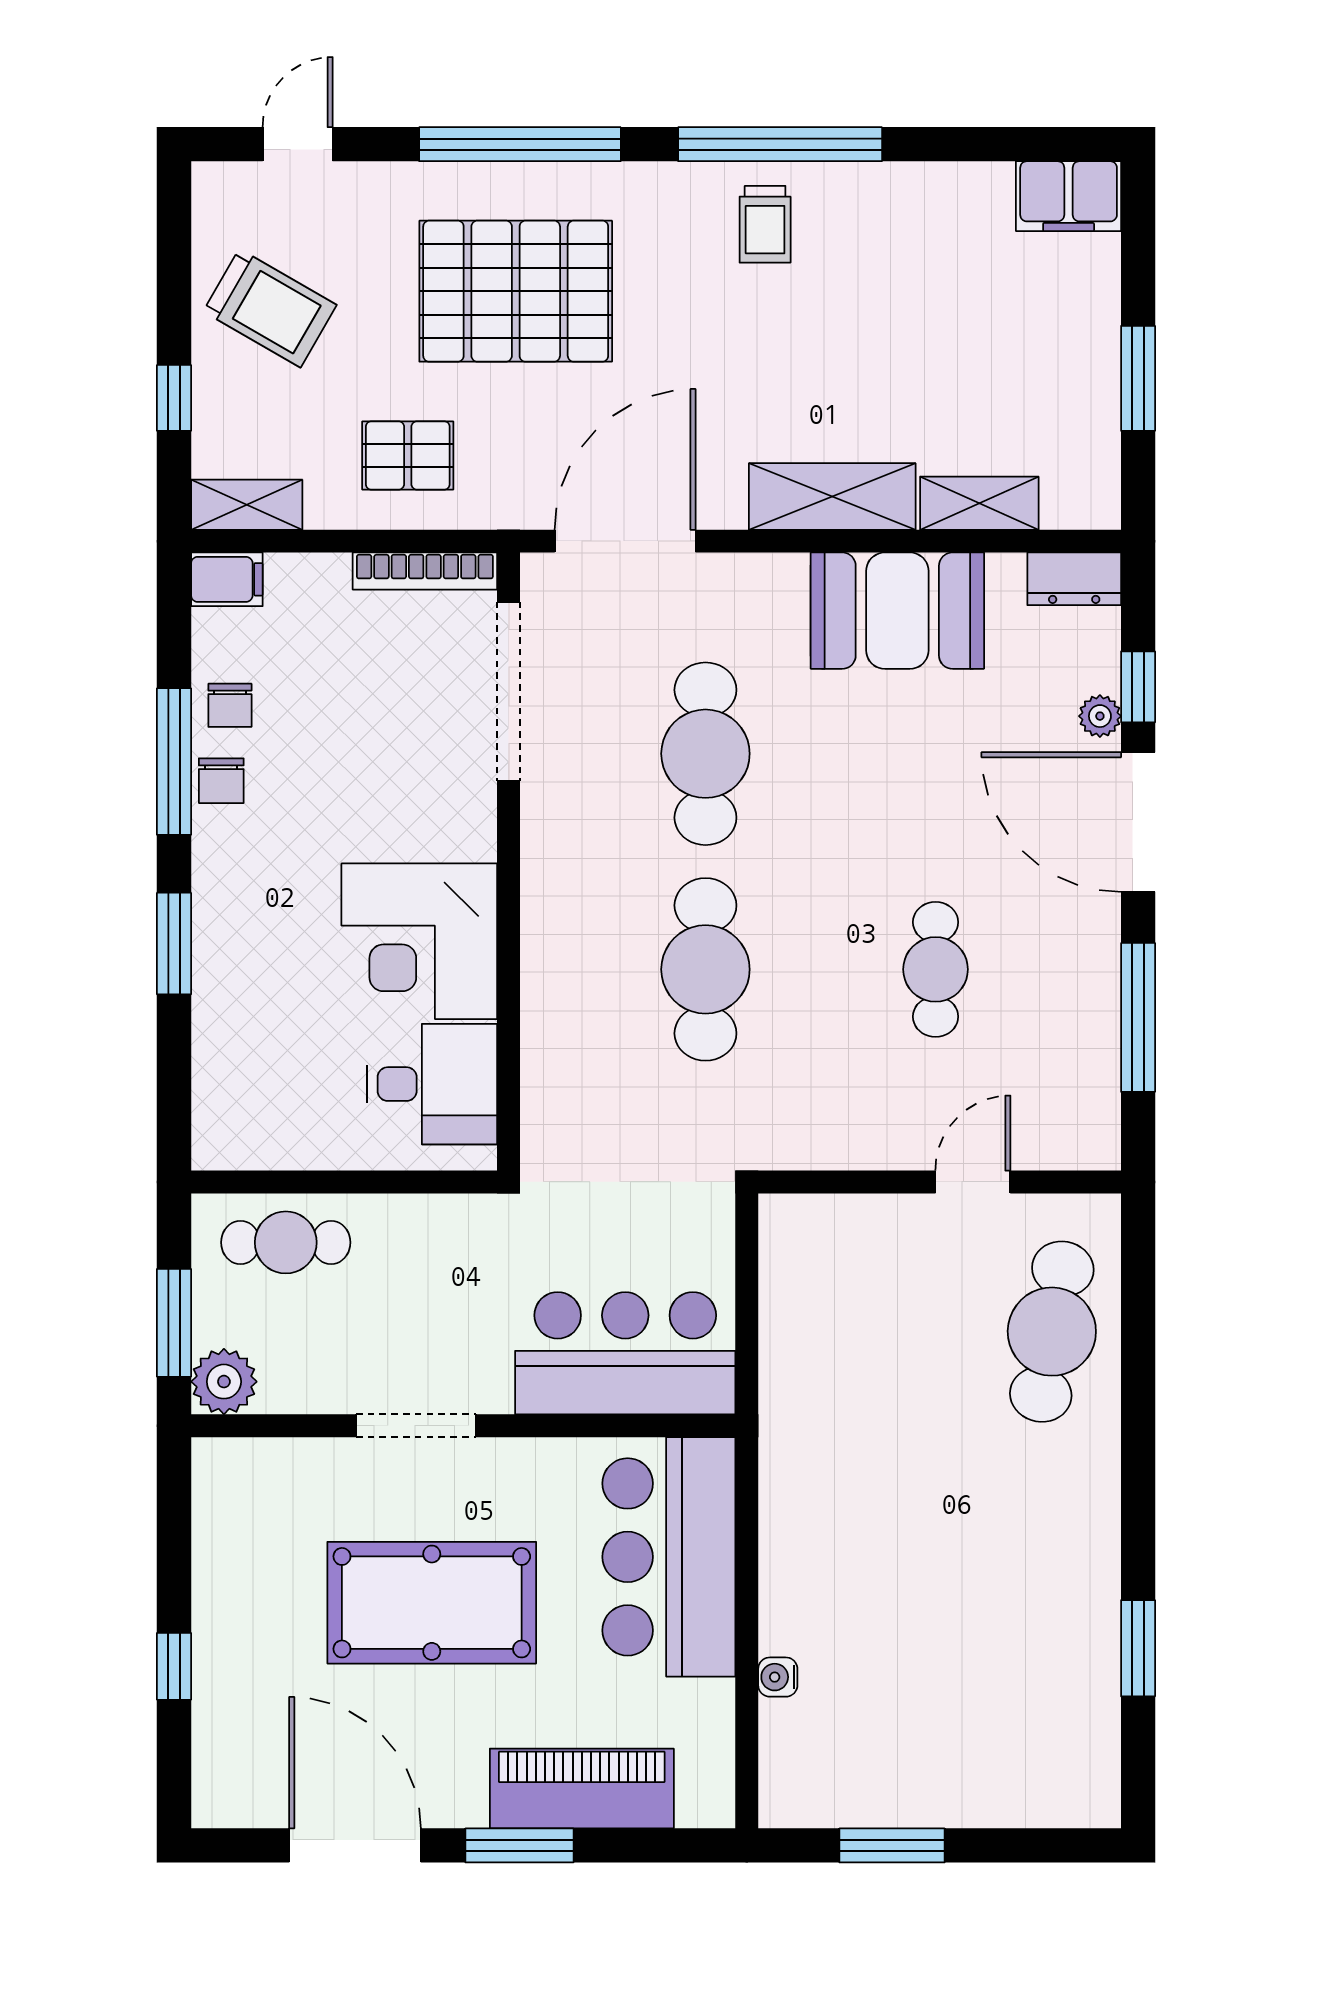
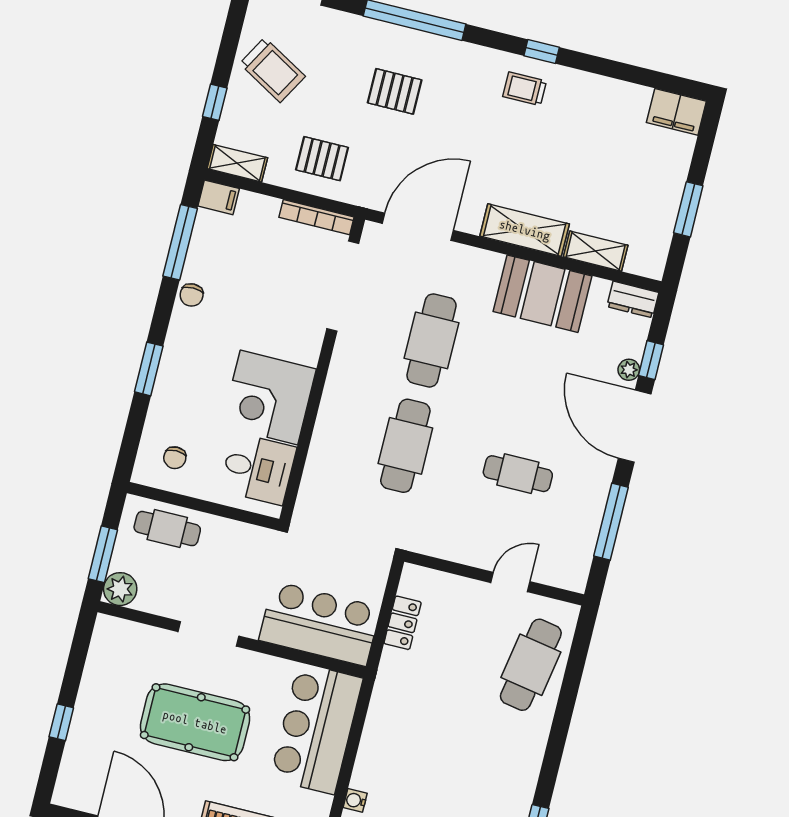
window: (780, 144) -> (542, 52), width x0.32
trolley: (765, 224) -> (525, 89), turned 90
pallet: (516, 291) -> (395, 91), width x0.49, depth x0.50
chair: (230, 705) -> (175, 458), moved
window: (174, 762) -> (180, 242), moved
cafe table: (936, 969) -> (518, 474), turned 90
locker: (784, 1312) -> (403, 623), added

